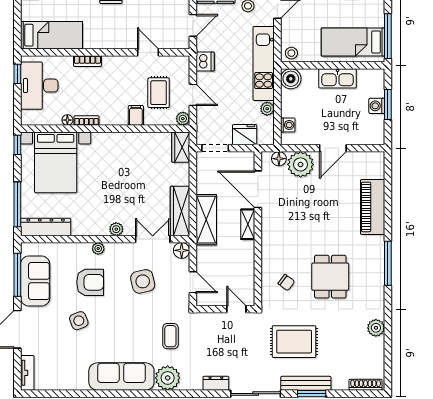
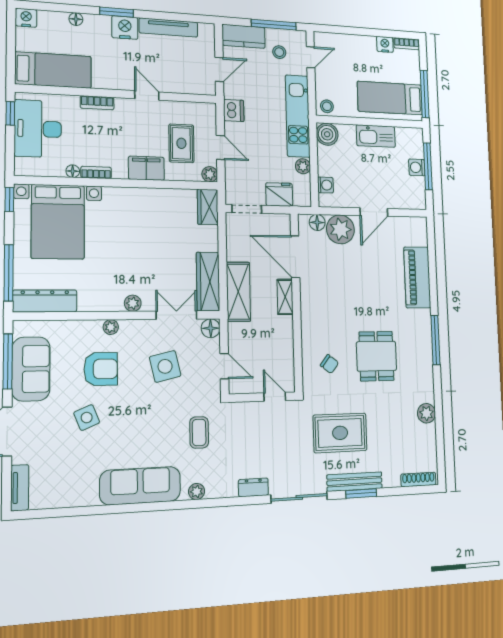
door: (148, 52) -> (147, 95), moved
window: (388, 104) -> (428, 166), width x1.44
filing cabinet: (136, 115) -> (146, 168), width x2.00
plant: (168, 378) -> (197, 492), width x0.53, depth x0.53

